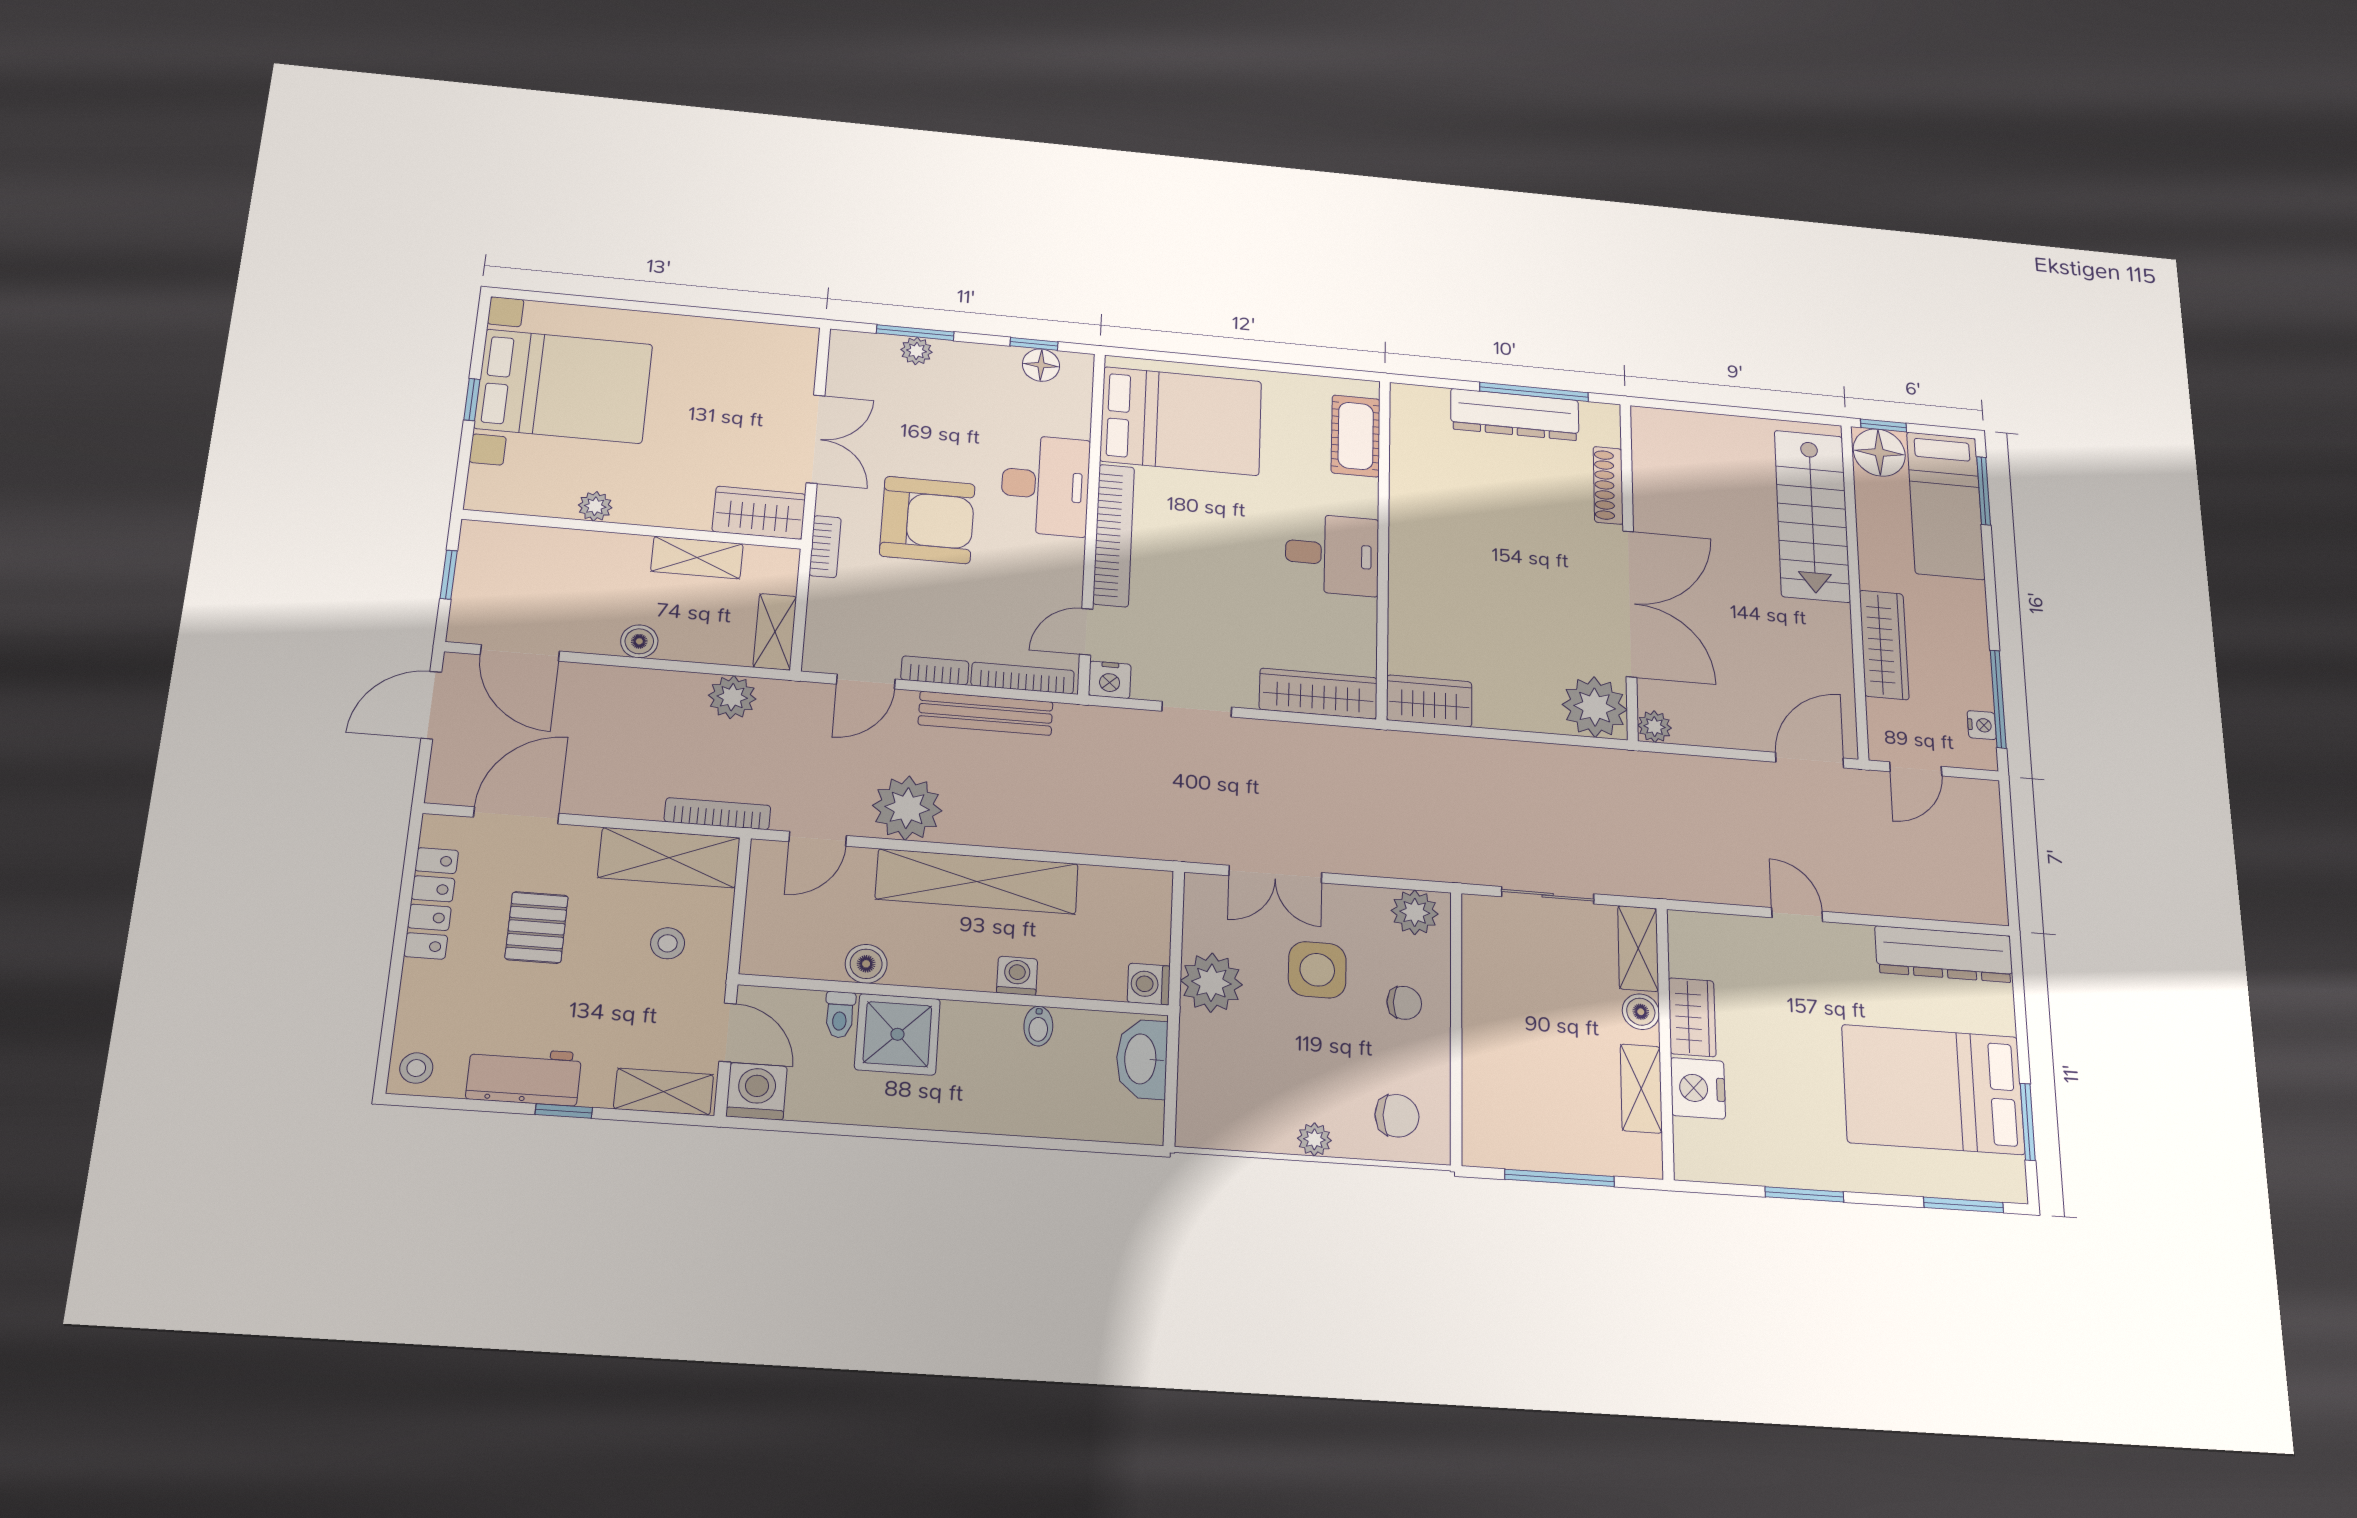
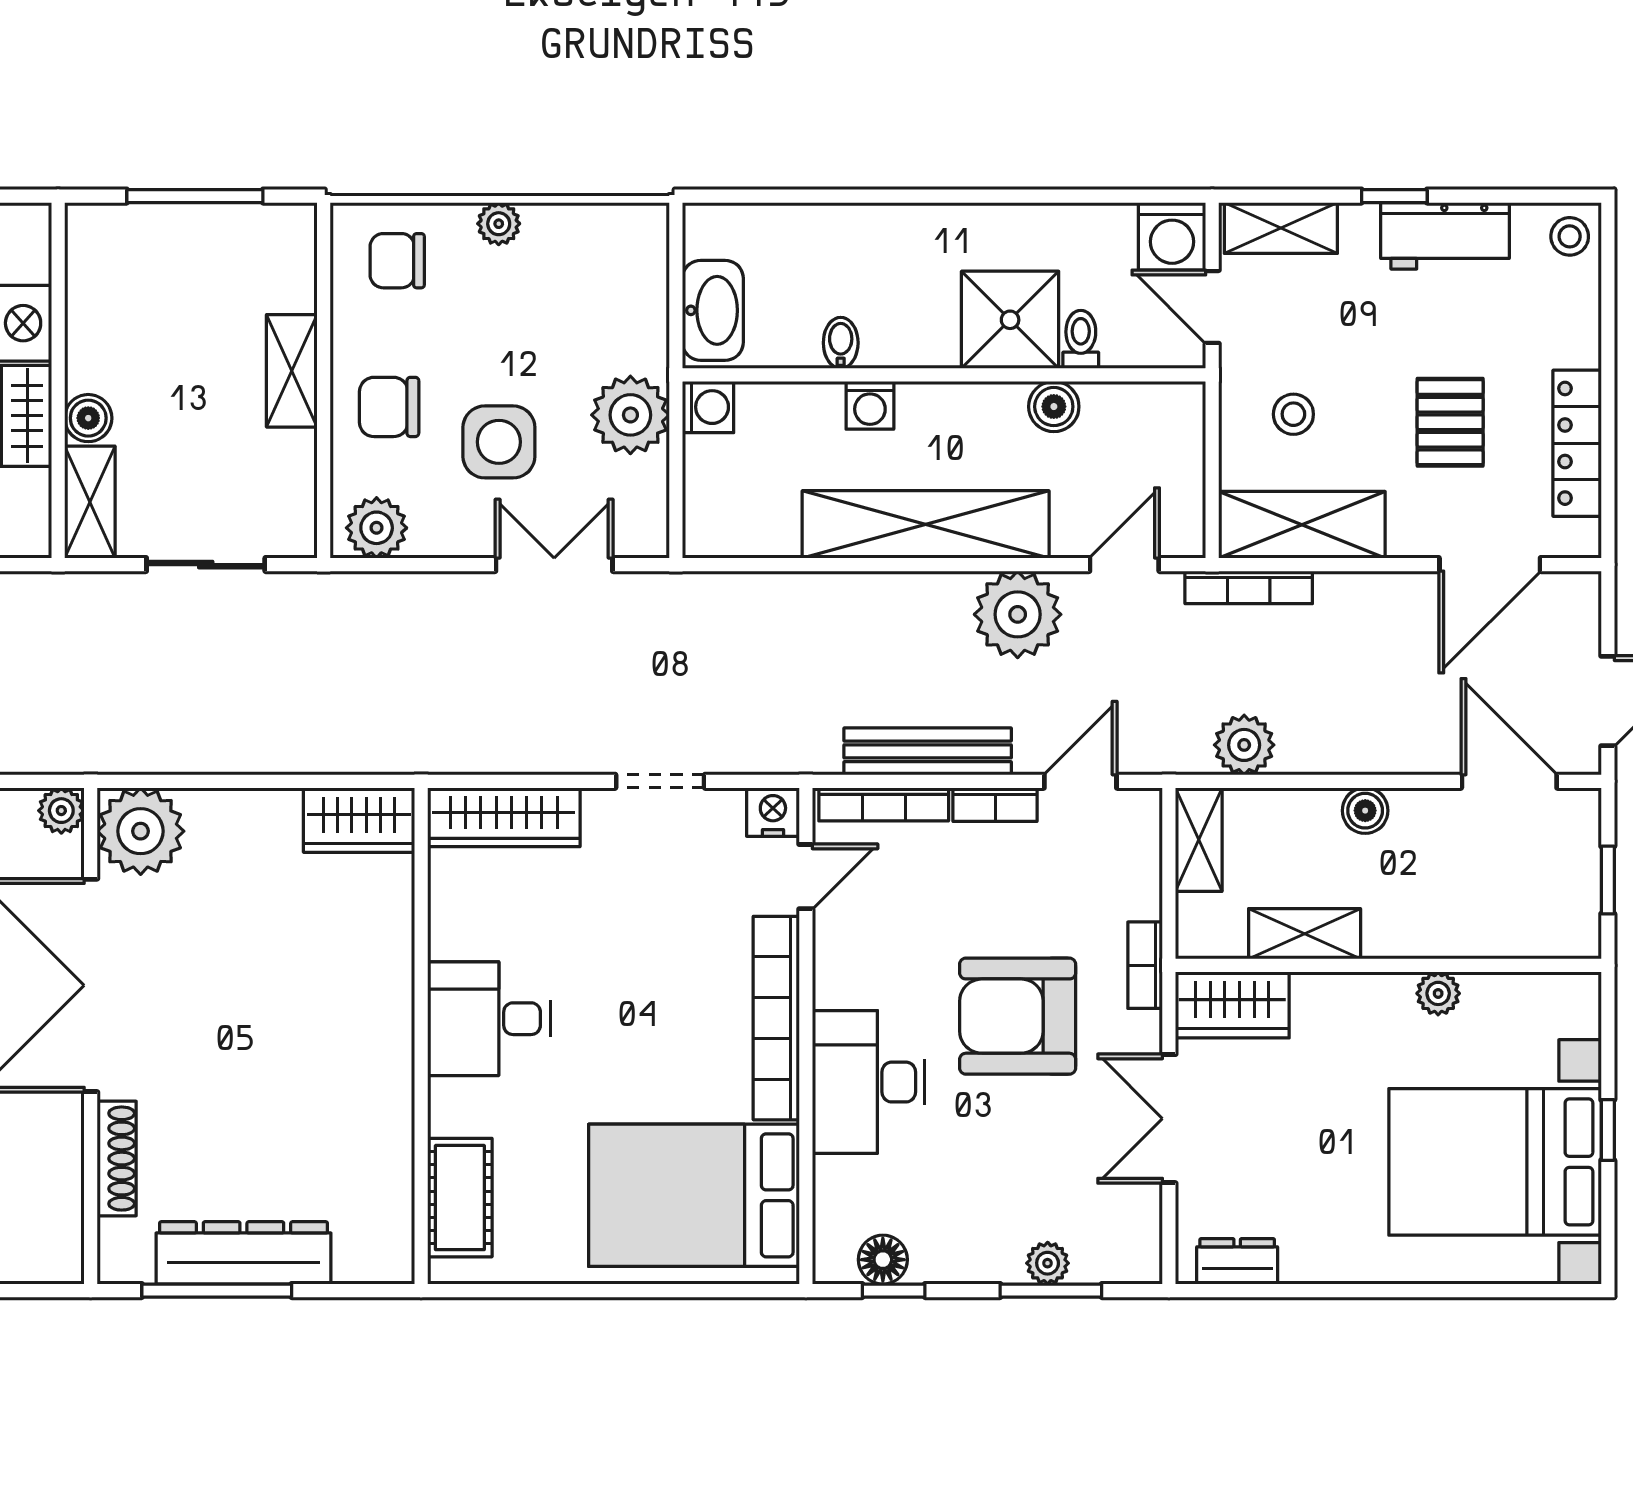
dresser: (771, 338) -> (1237, 1261), added
chair: (1404, 1003) -> (389, 407), width x1.37, depth x1.37
shelving: (1641, 1089) -> (292, 371), moved

